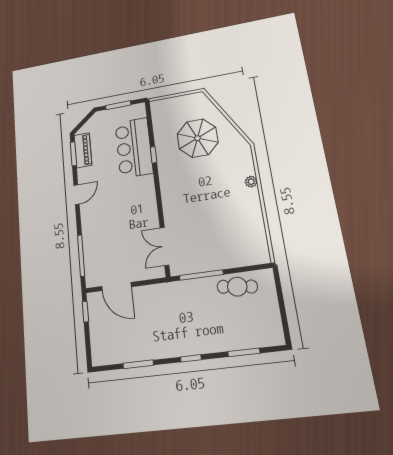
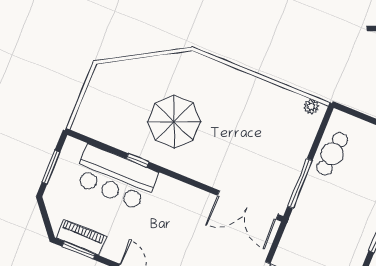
parasol: (198, 138) -> (174, 122), moved
plant: (251, 182) -> (311, 107), moved
double door: (165, 246) -> (248, 205), width x1.37

